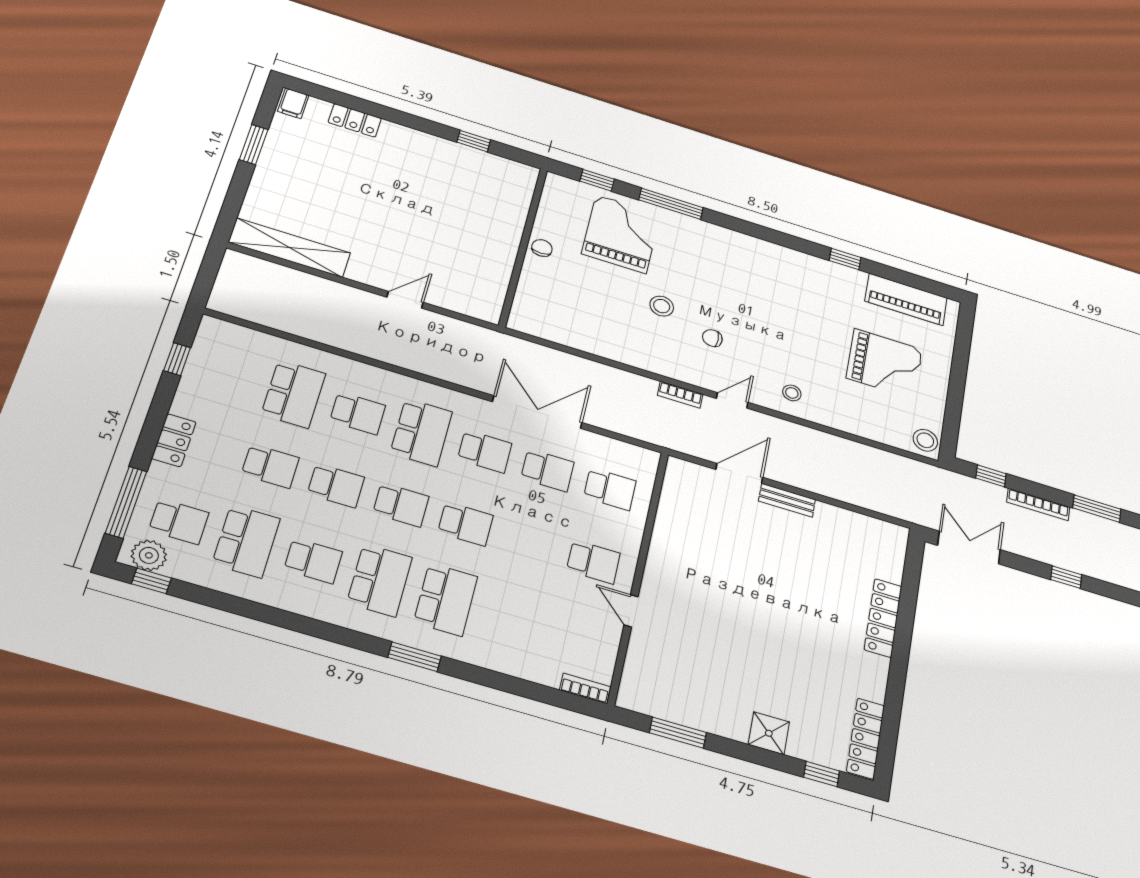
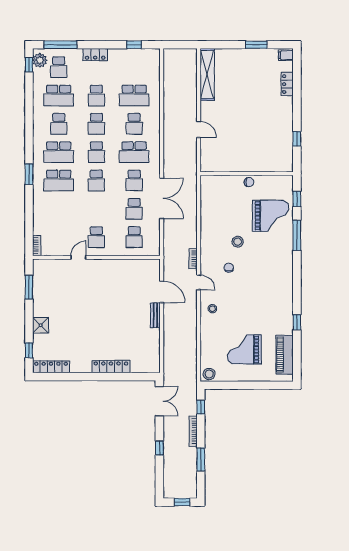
grand piano: (885, 364) -> (244, 349), turned 90

